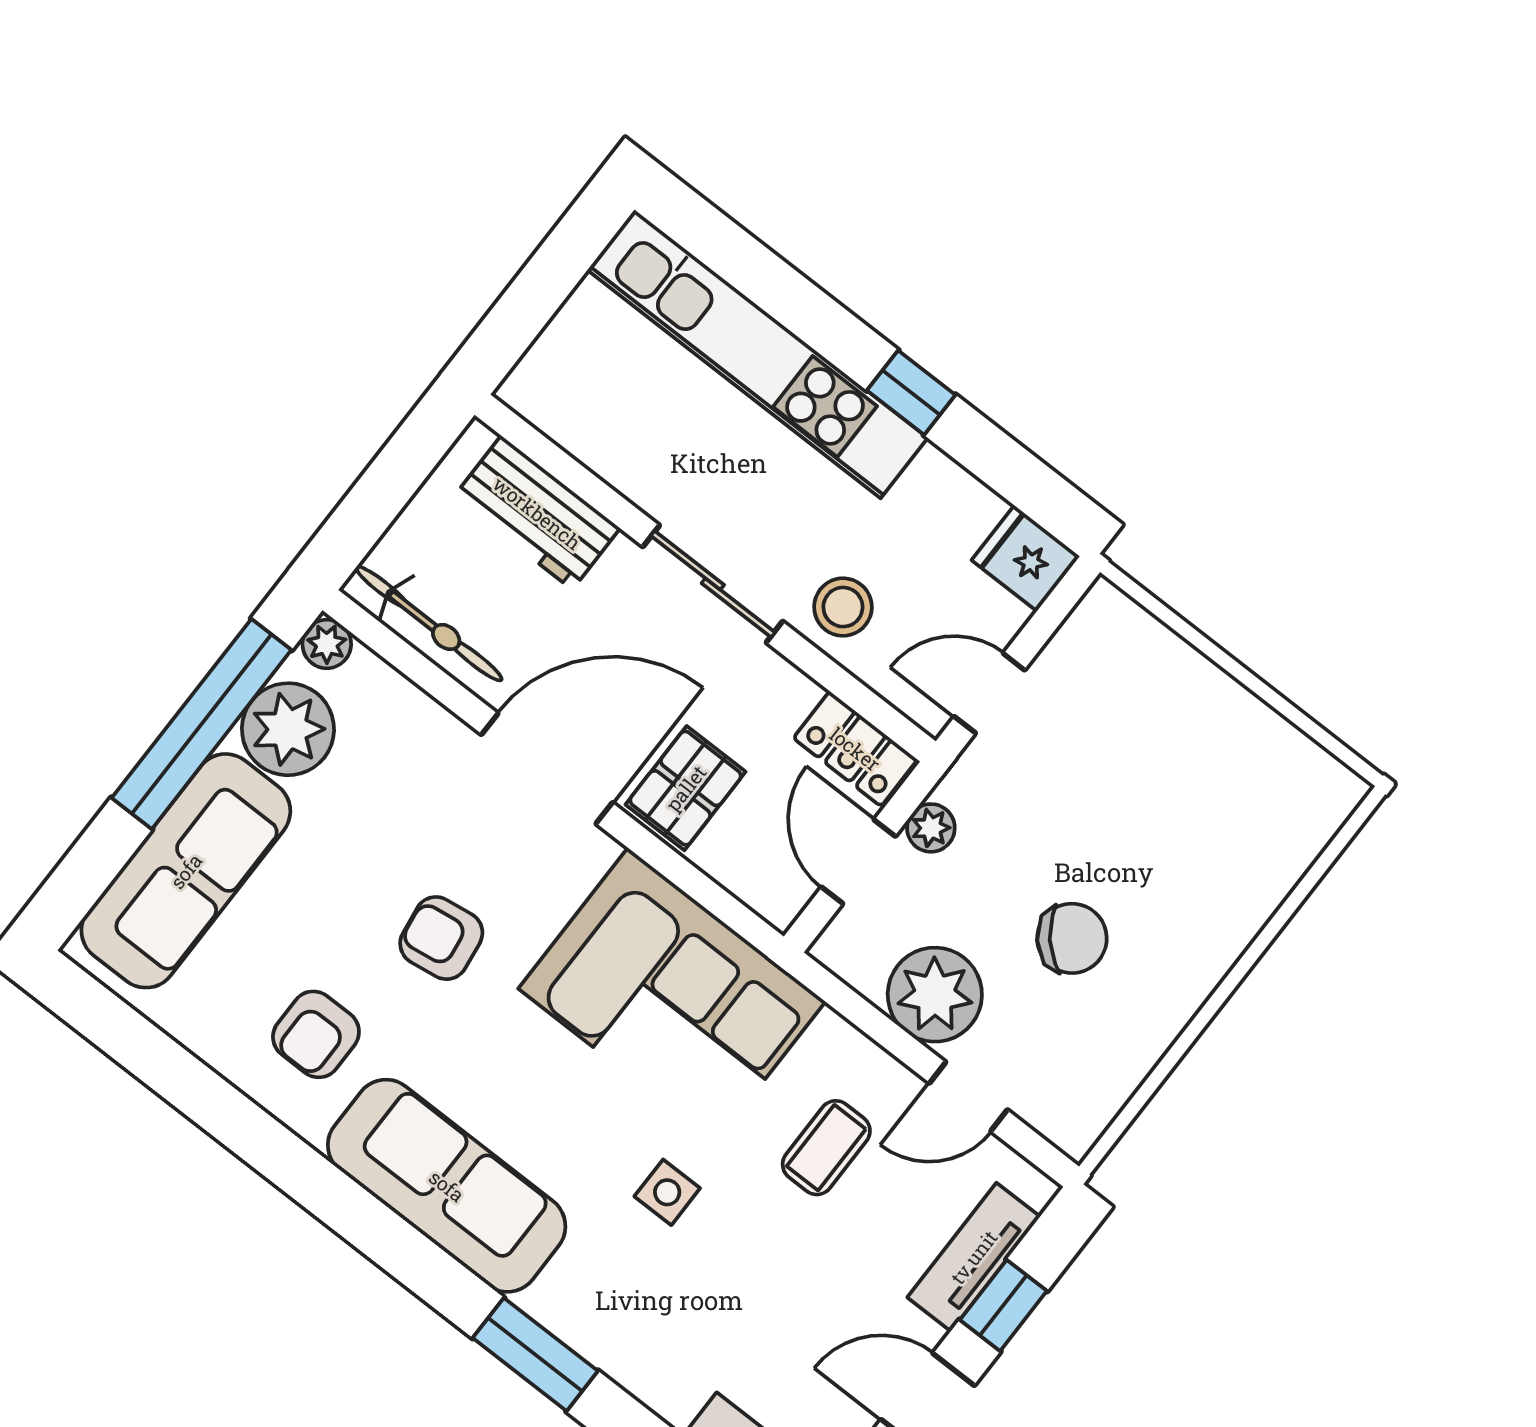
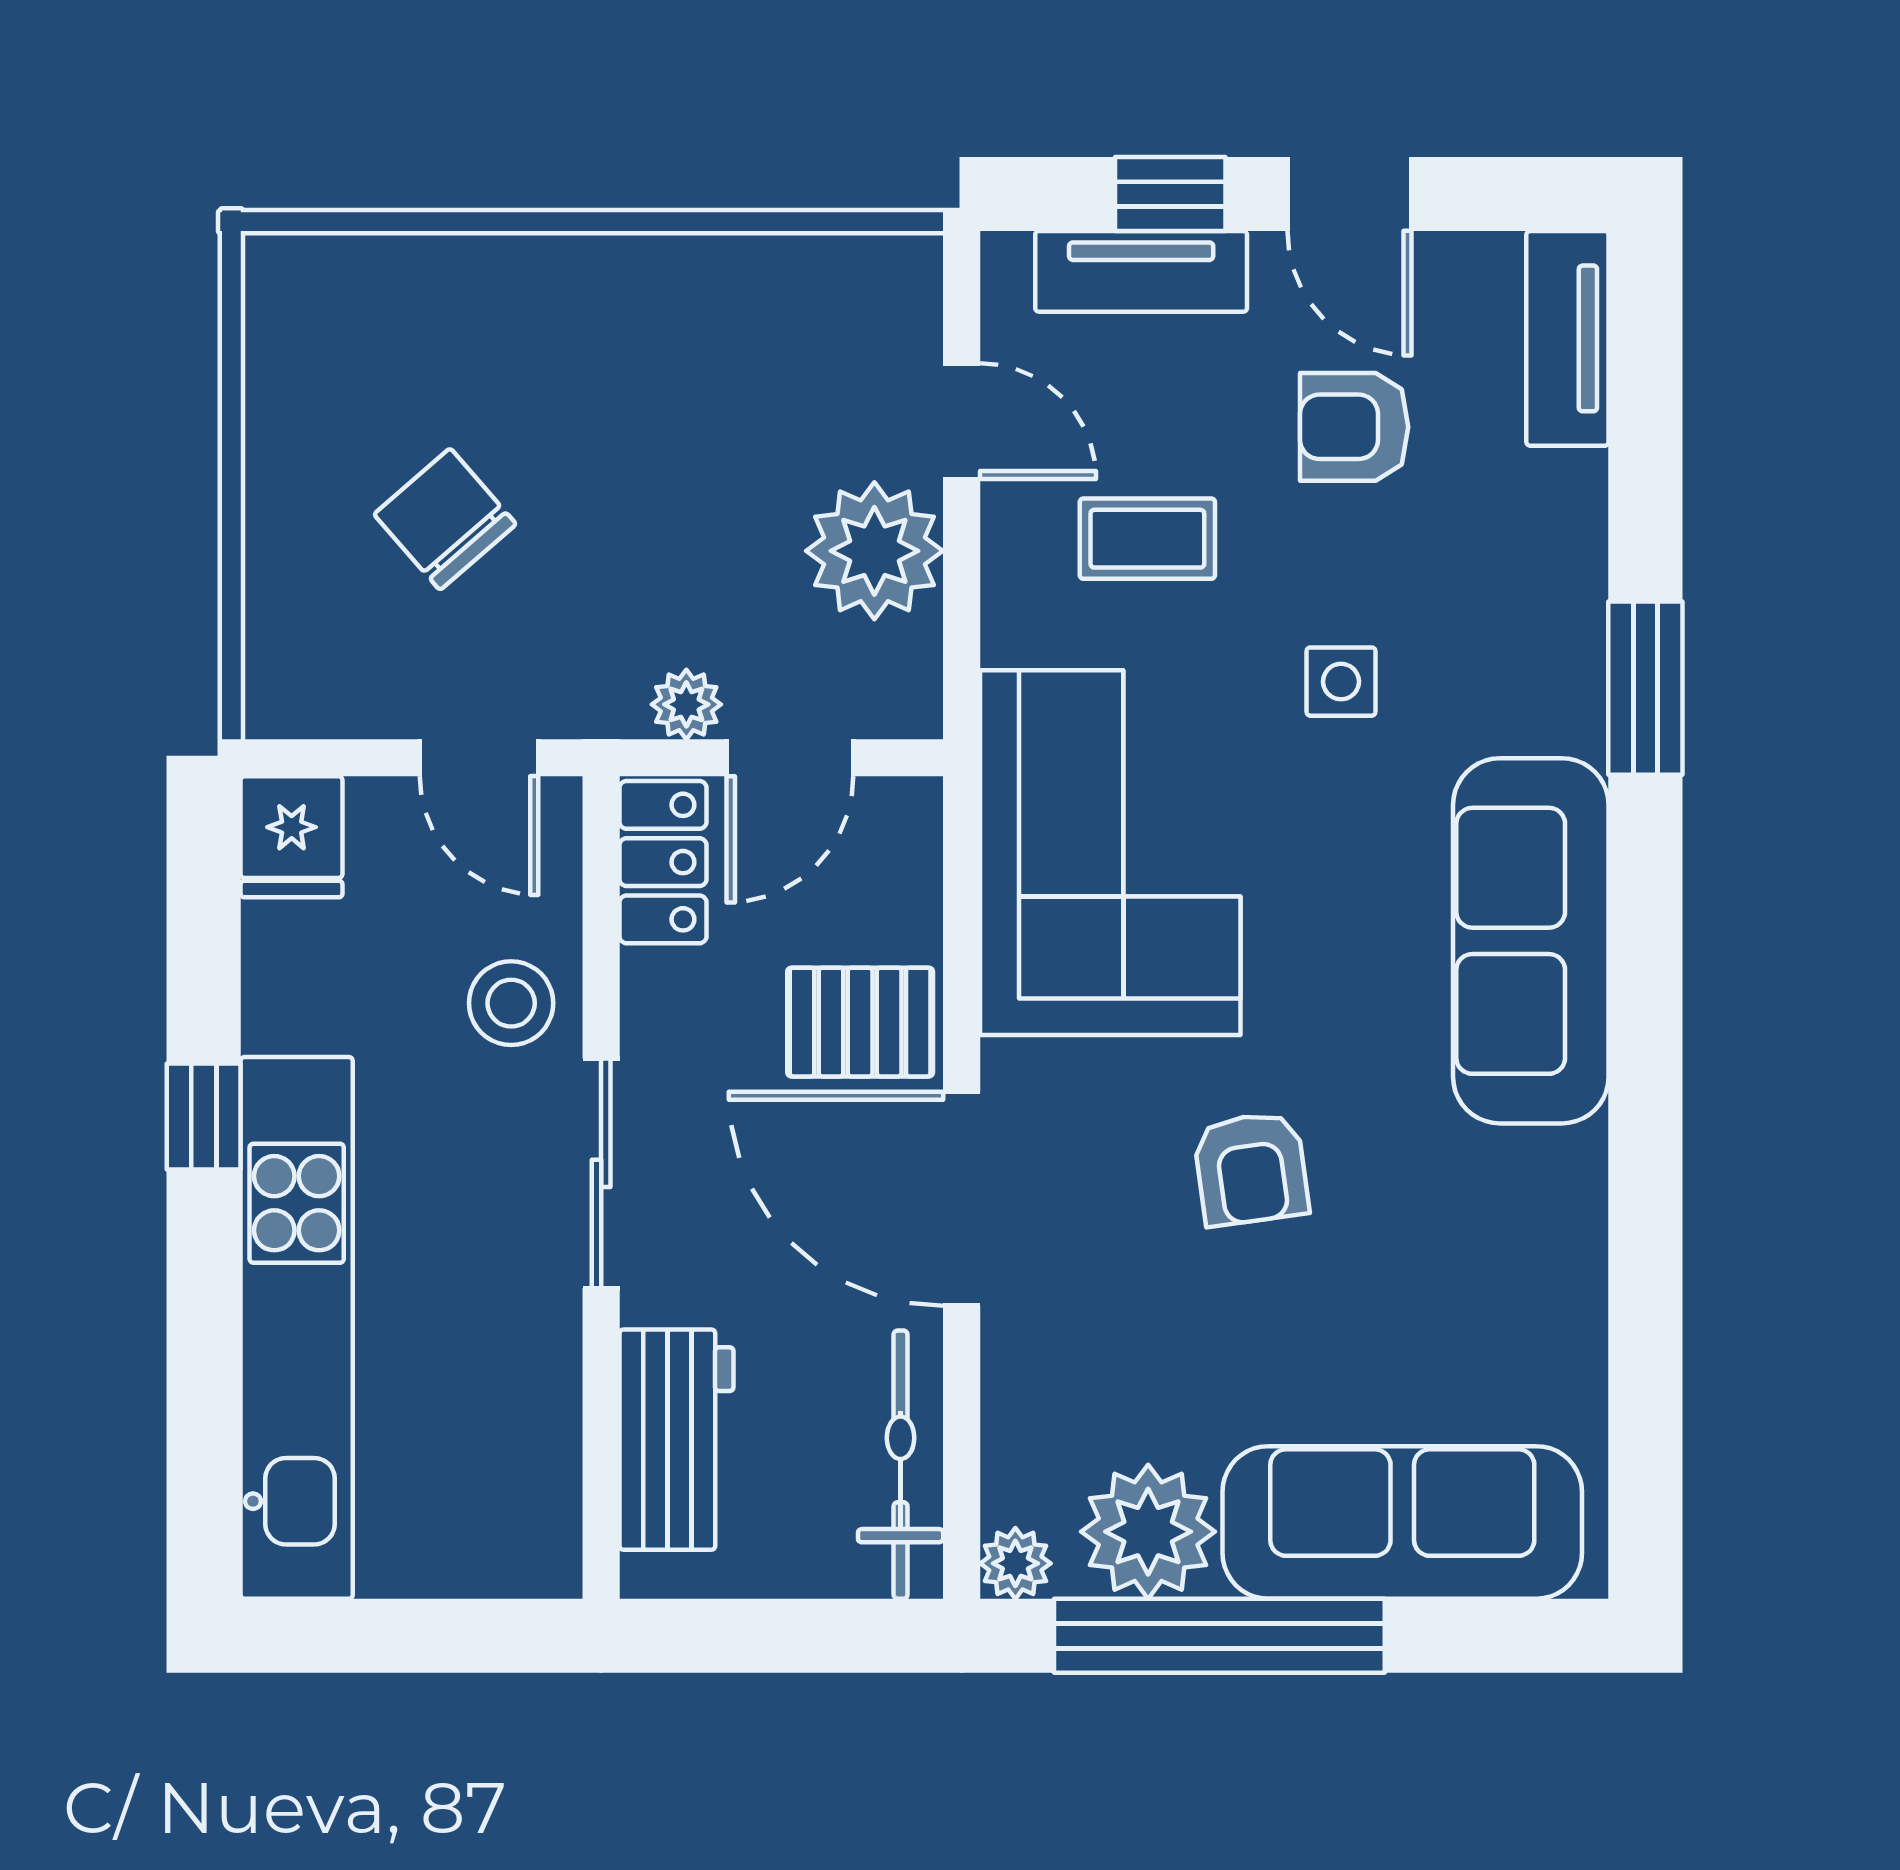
chair: (1072, 938) -> (445, 519), moved
armchair: (316, 1034) -> (1354, 427), moved, turned 180

